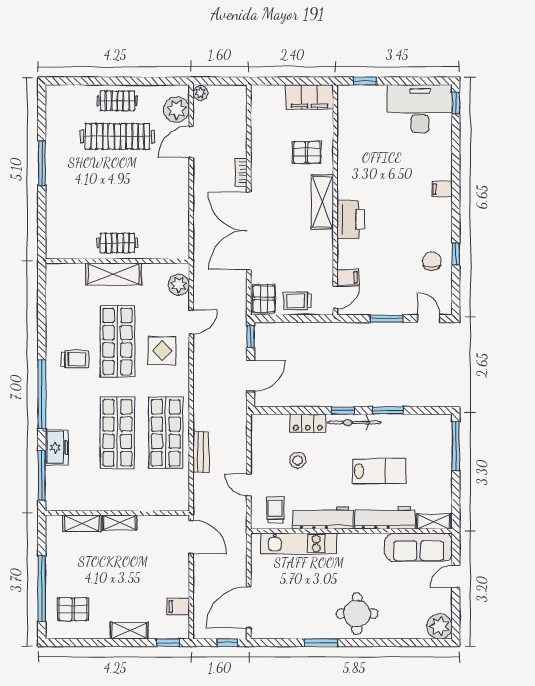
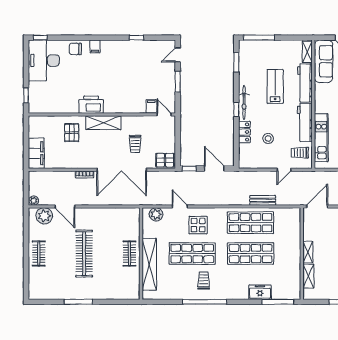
filing cabinet: (309, 97) -> (36, 153), moved
clothes rail: (117, 136) -> (84, 254), moved
printer: (351, 219) -> (91, 105), moved
chair: (432, 261) -> (75, 49), moved
shelving: (114, 274) -> (149, 264), width x1.47
trolley: (297, 301) -> (135, 144), moved
window: (42, 394) -> (205, 302), moved
window: (388, 410) -> (236, 62), moved

